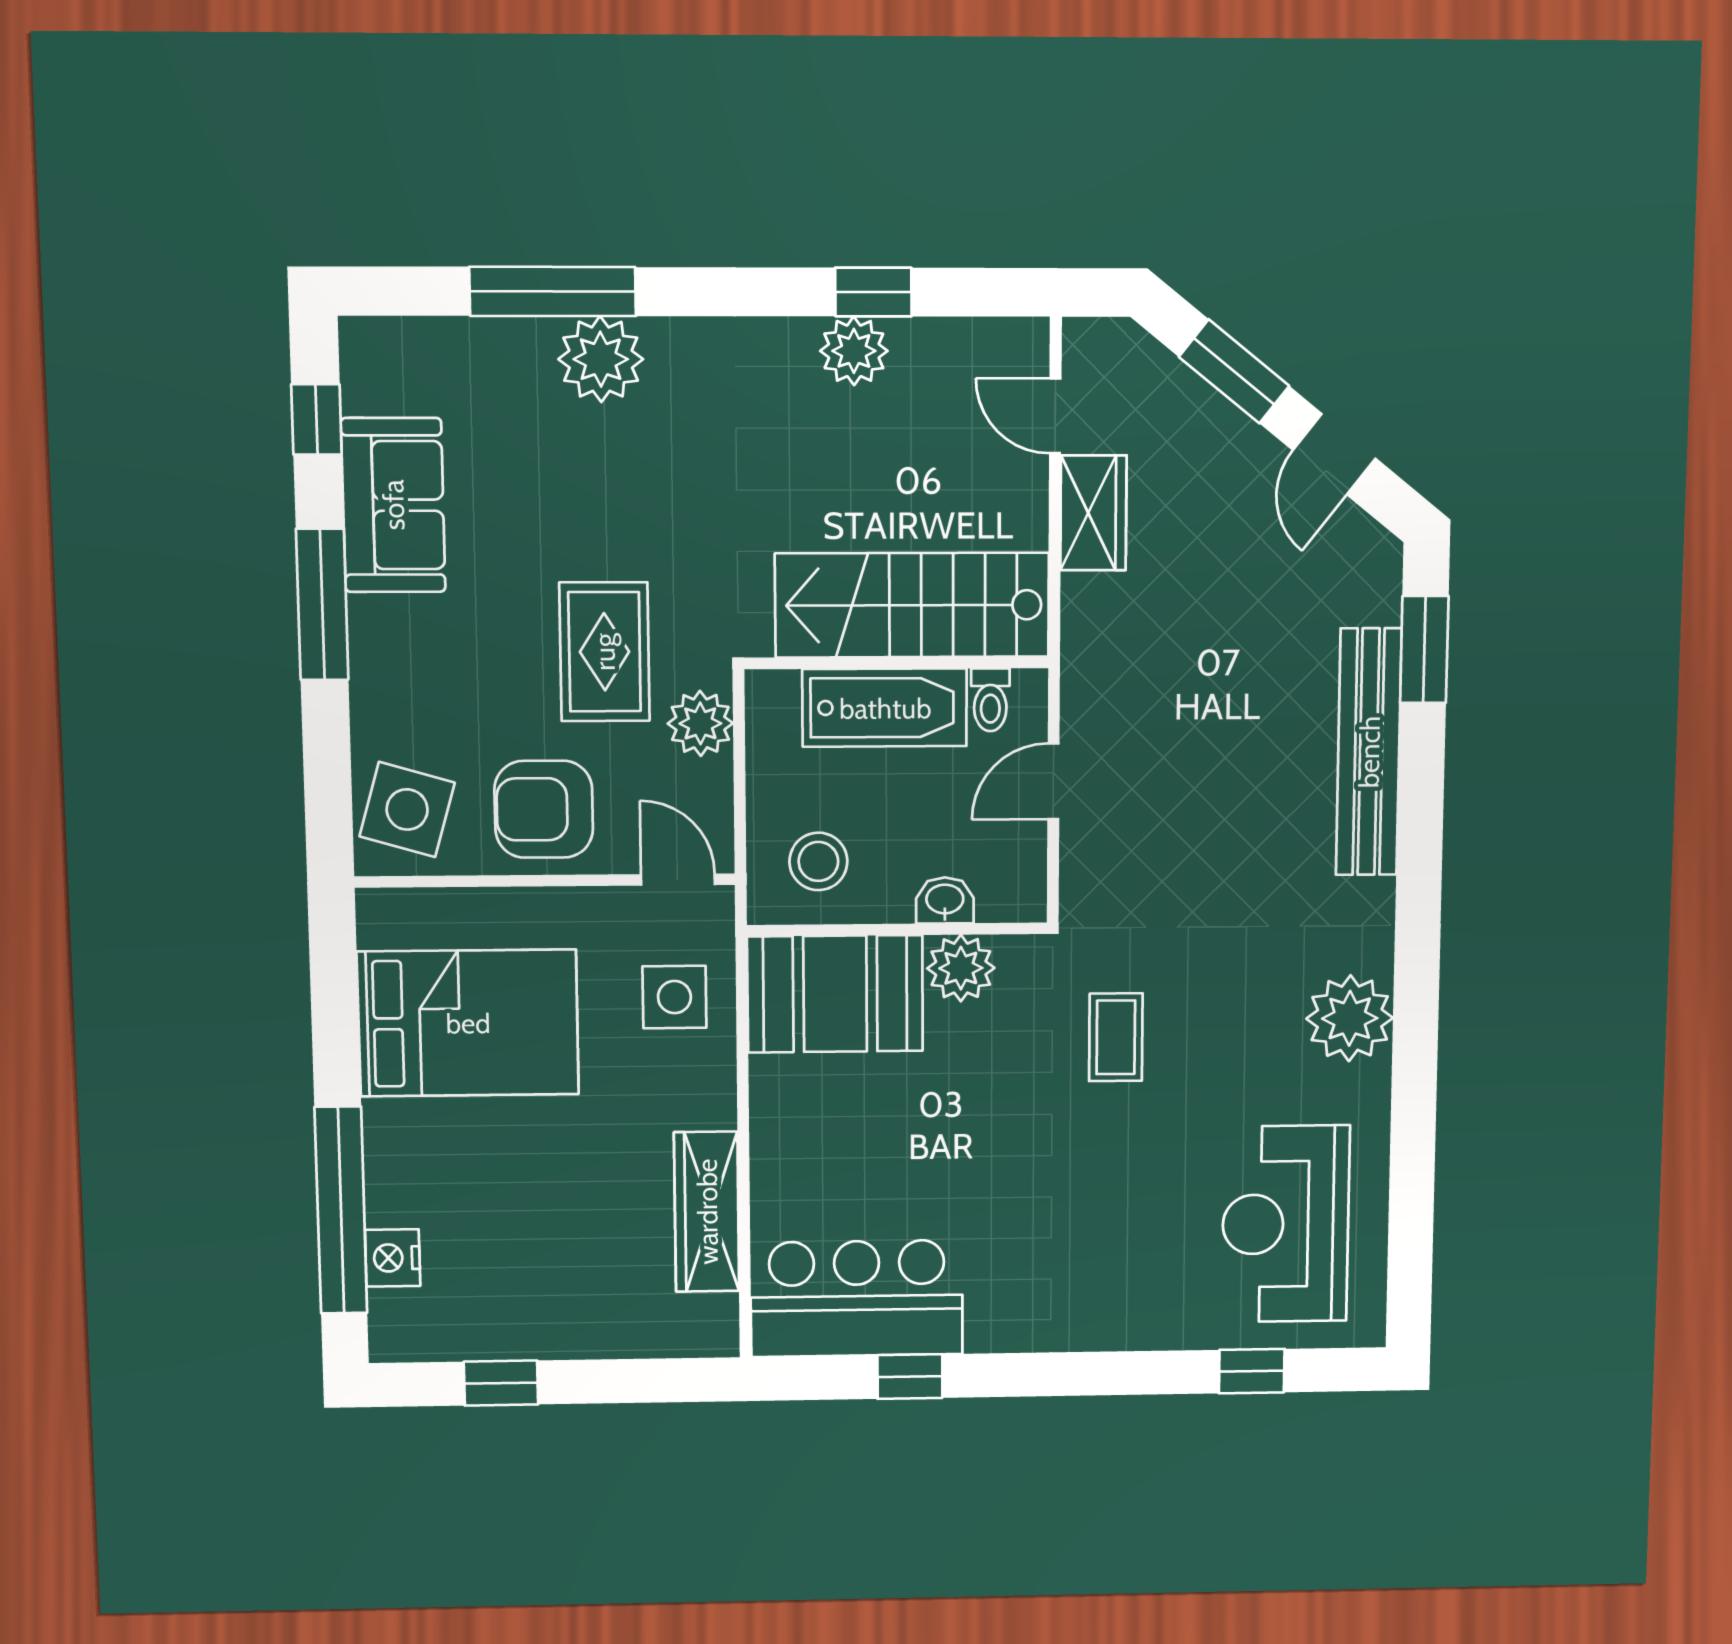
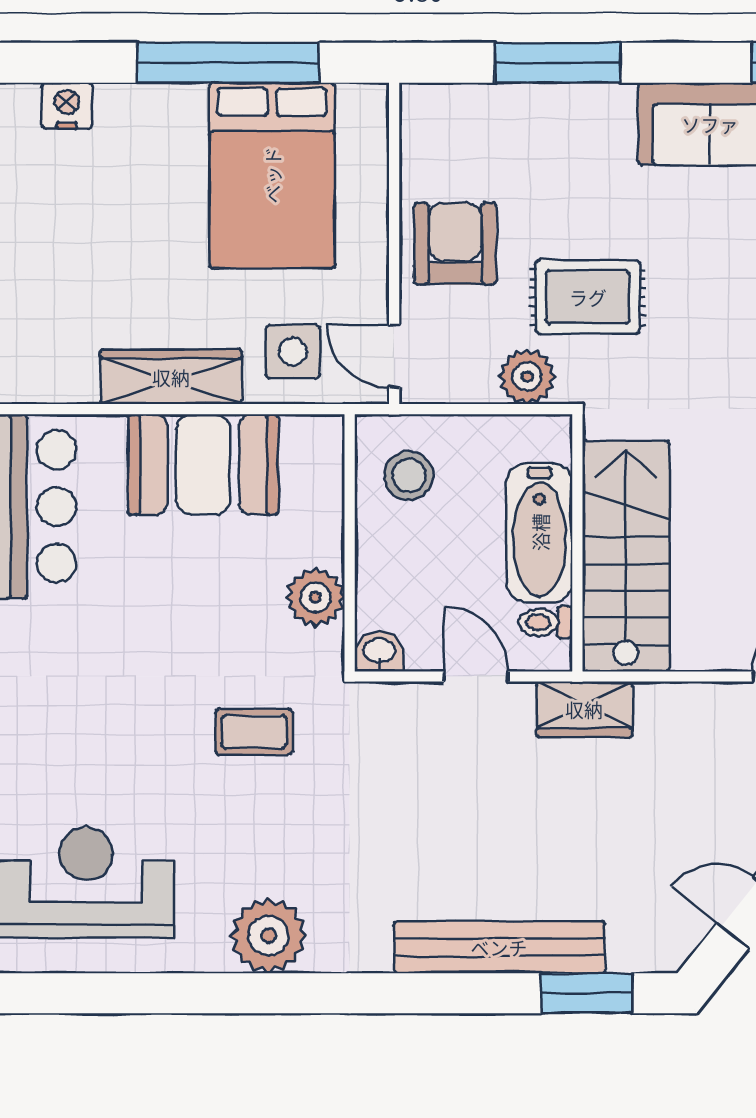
wardrobe: (1093, 513) -> (584, 709), moved
window: (322, 604) -> (558, 63), moved
side table: (407, 809) -> (456, 128), removed
door: (678, 880) -> (394, 356), swing flipped
washbasin: (945, 900) -> (379, 652), moved, turned -90
booth: (835, 994) -> (203, 465), moved, turned 90
window: (341, 1210) -> (228, 63), moved
wardrobe: (707, 1212) -> (171, 377), moved

